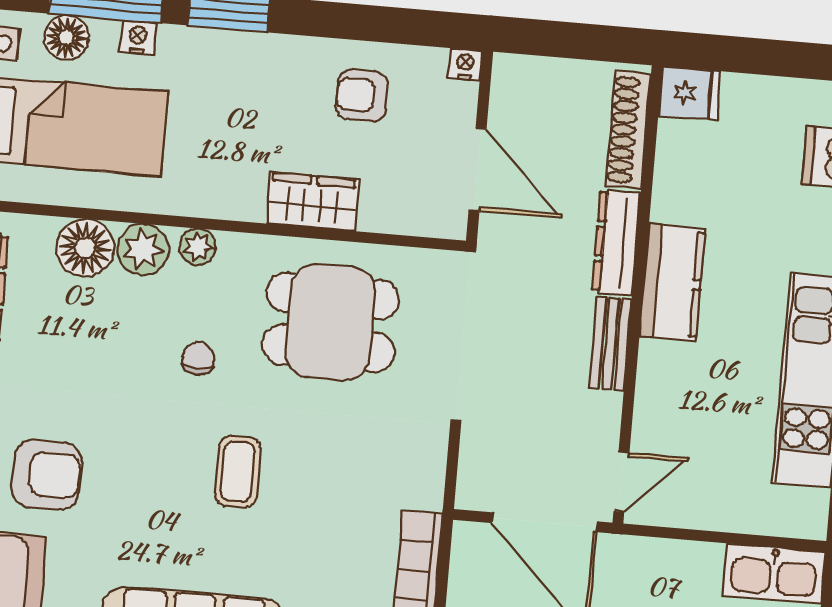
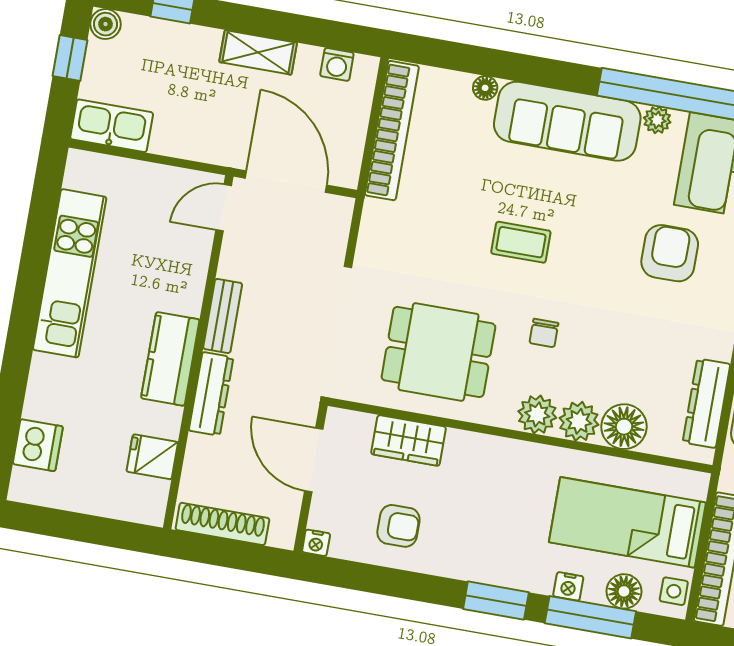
fridge: (690, 93) -> (152, 457), moved
shoe rack: (628, 130) -> (222, 524), moved, turned -90
wardrobe: (313, 202) -> (409, 440), moved
plant: (198, 247) -> (537, 414), width x1.38, depth x1.38
coffee table: (238, 472) -> (521, 242), turned 90
armchair: (46, 475) -> (670, 253), turned 90

